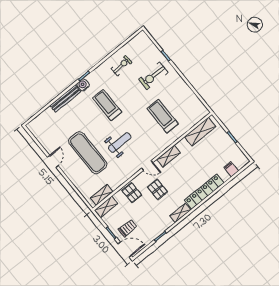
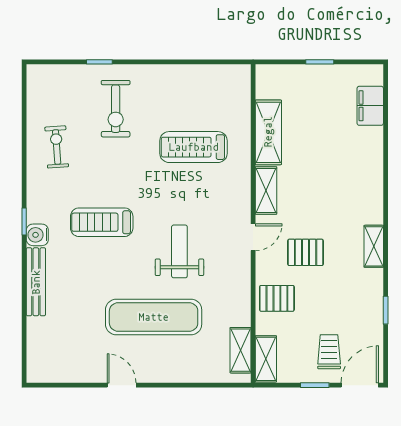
shelving: (200, 132) -> (268, 132), moved
filing cabinet: (231, 169) -> (370, 106), width x2.00
locker: (204, 192) -> (371, 179), removed

